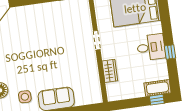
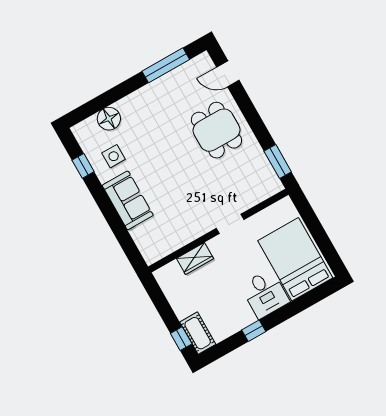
dining table: (34, 25) -> (216, 130), added
desk: (151, 47) -> (265, 294), moved

